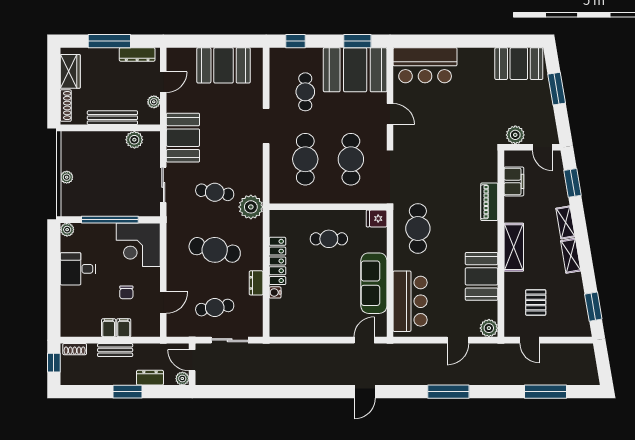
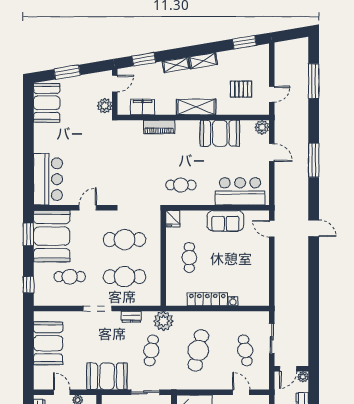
cafe table: (418, 229) -> (181, 185), width x0.73, depth x0.74
dresser: (256, 283) -> (131, 317), moved
sofa: (374, 283) -> (225, 221), width x0.73

